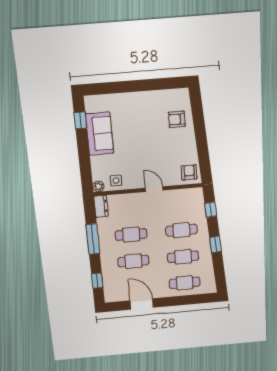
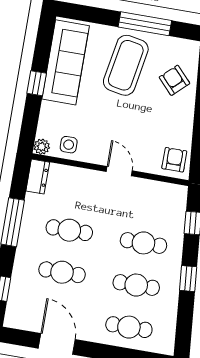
window: (147, 85) -> (145, 24), added
coffee table: (141, 118) -> (126, 65), added
armchair: (177, 119) -> (174, 80), turned 47
window: (80, 120) -> (37, 83), moved
sofa: (100, 134) -> (66, 62), width x1.36

